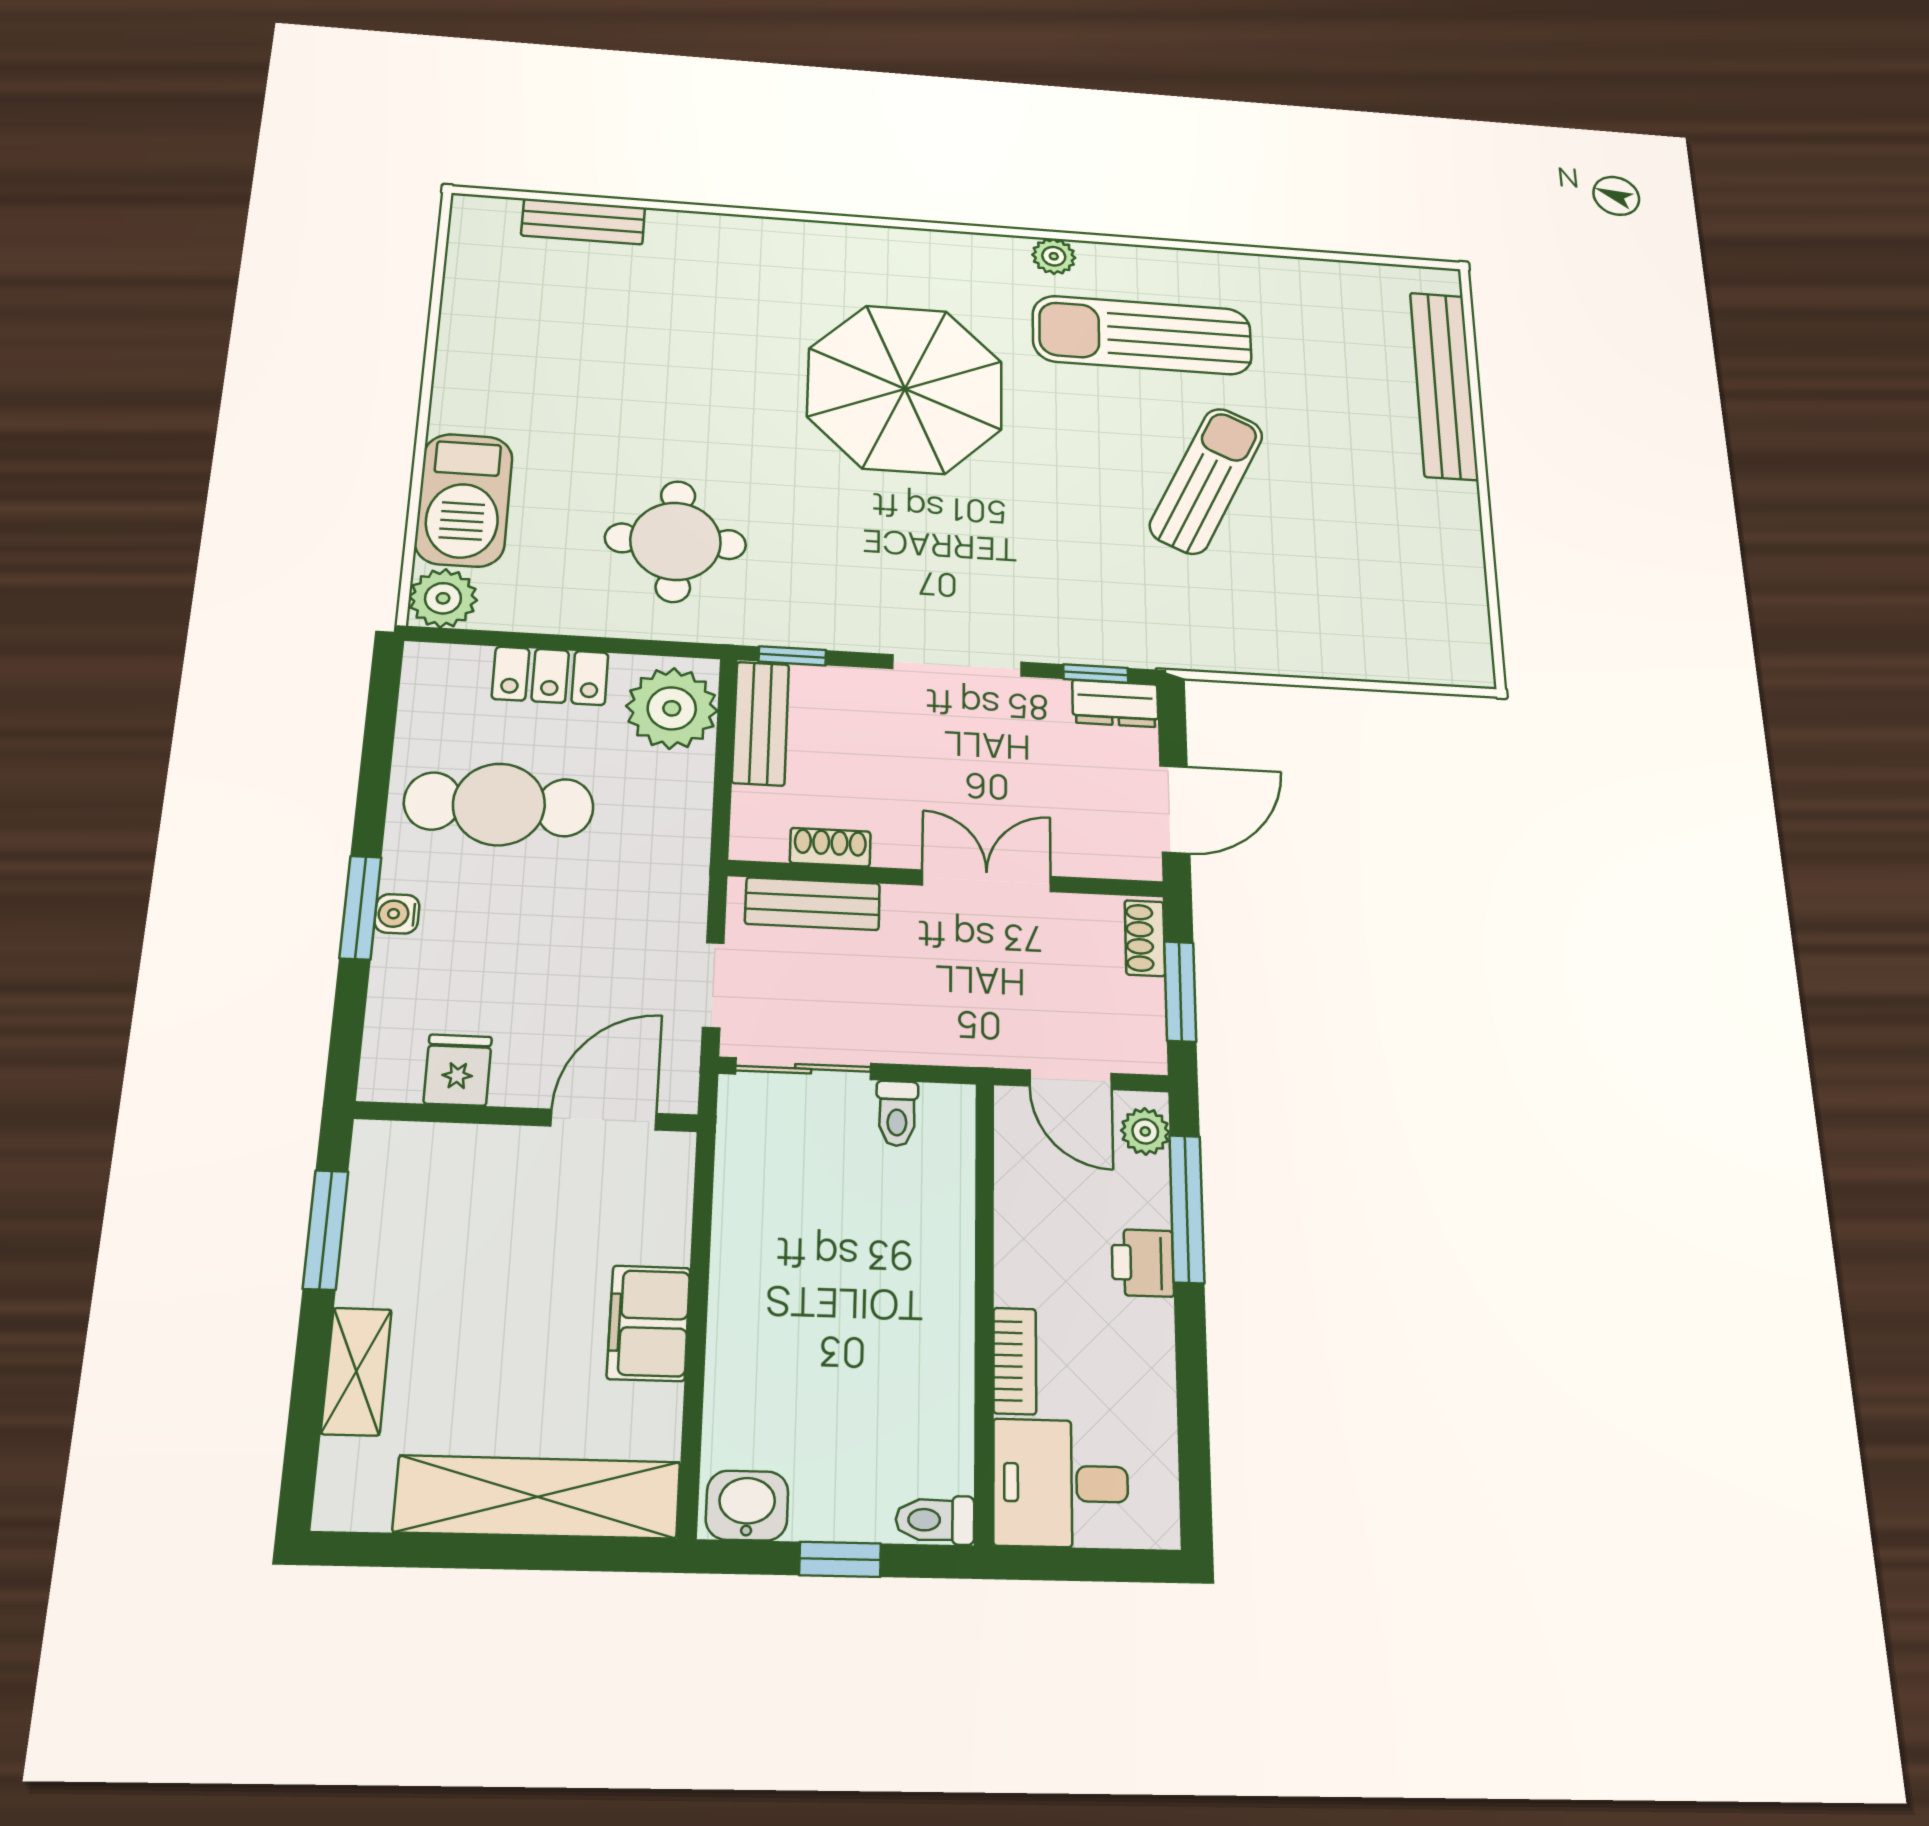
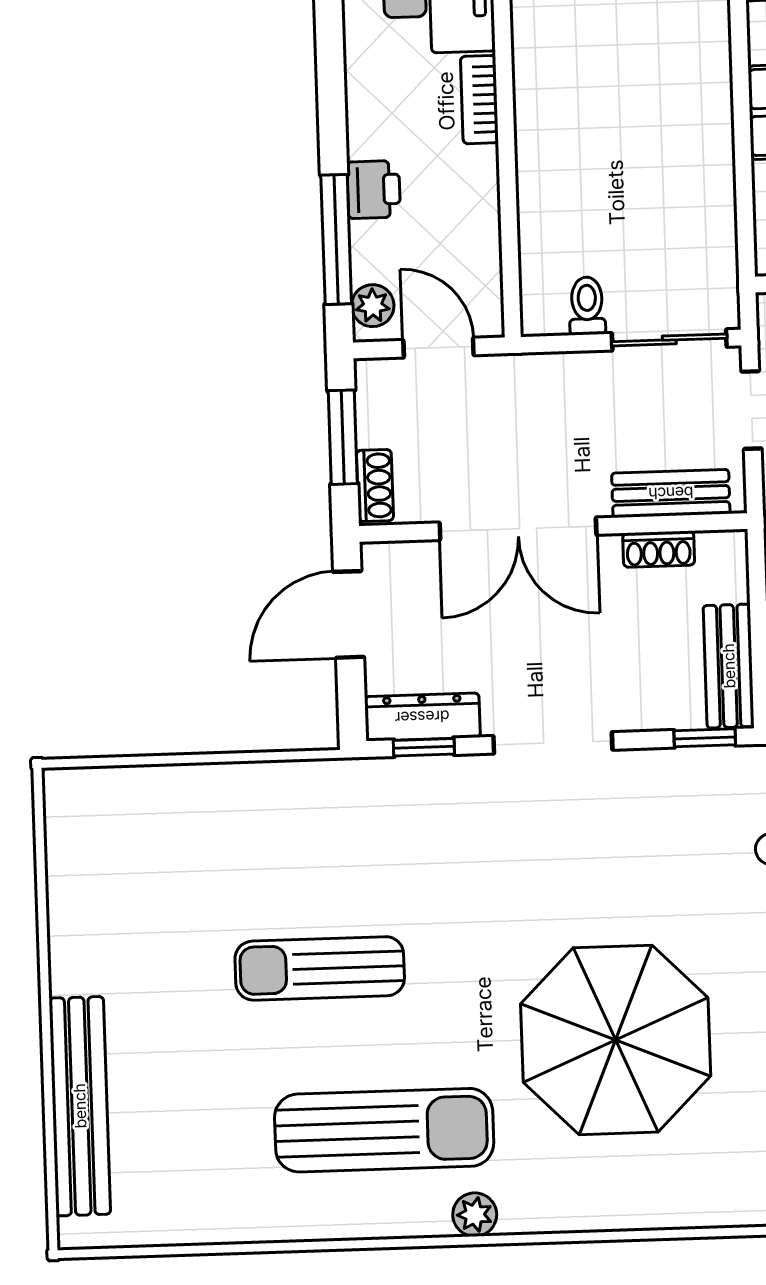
sun lounger: (1206, 481) -> (320, 968), turned 65
dresser: (1115, 703) -> (422, 717), width x1.44
double door: (987, 881) -> (518, 529), width x1.37

